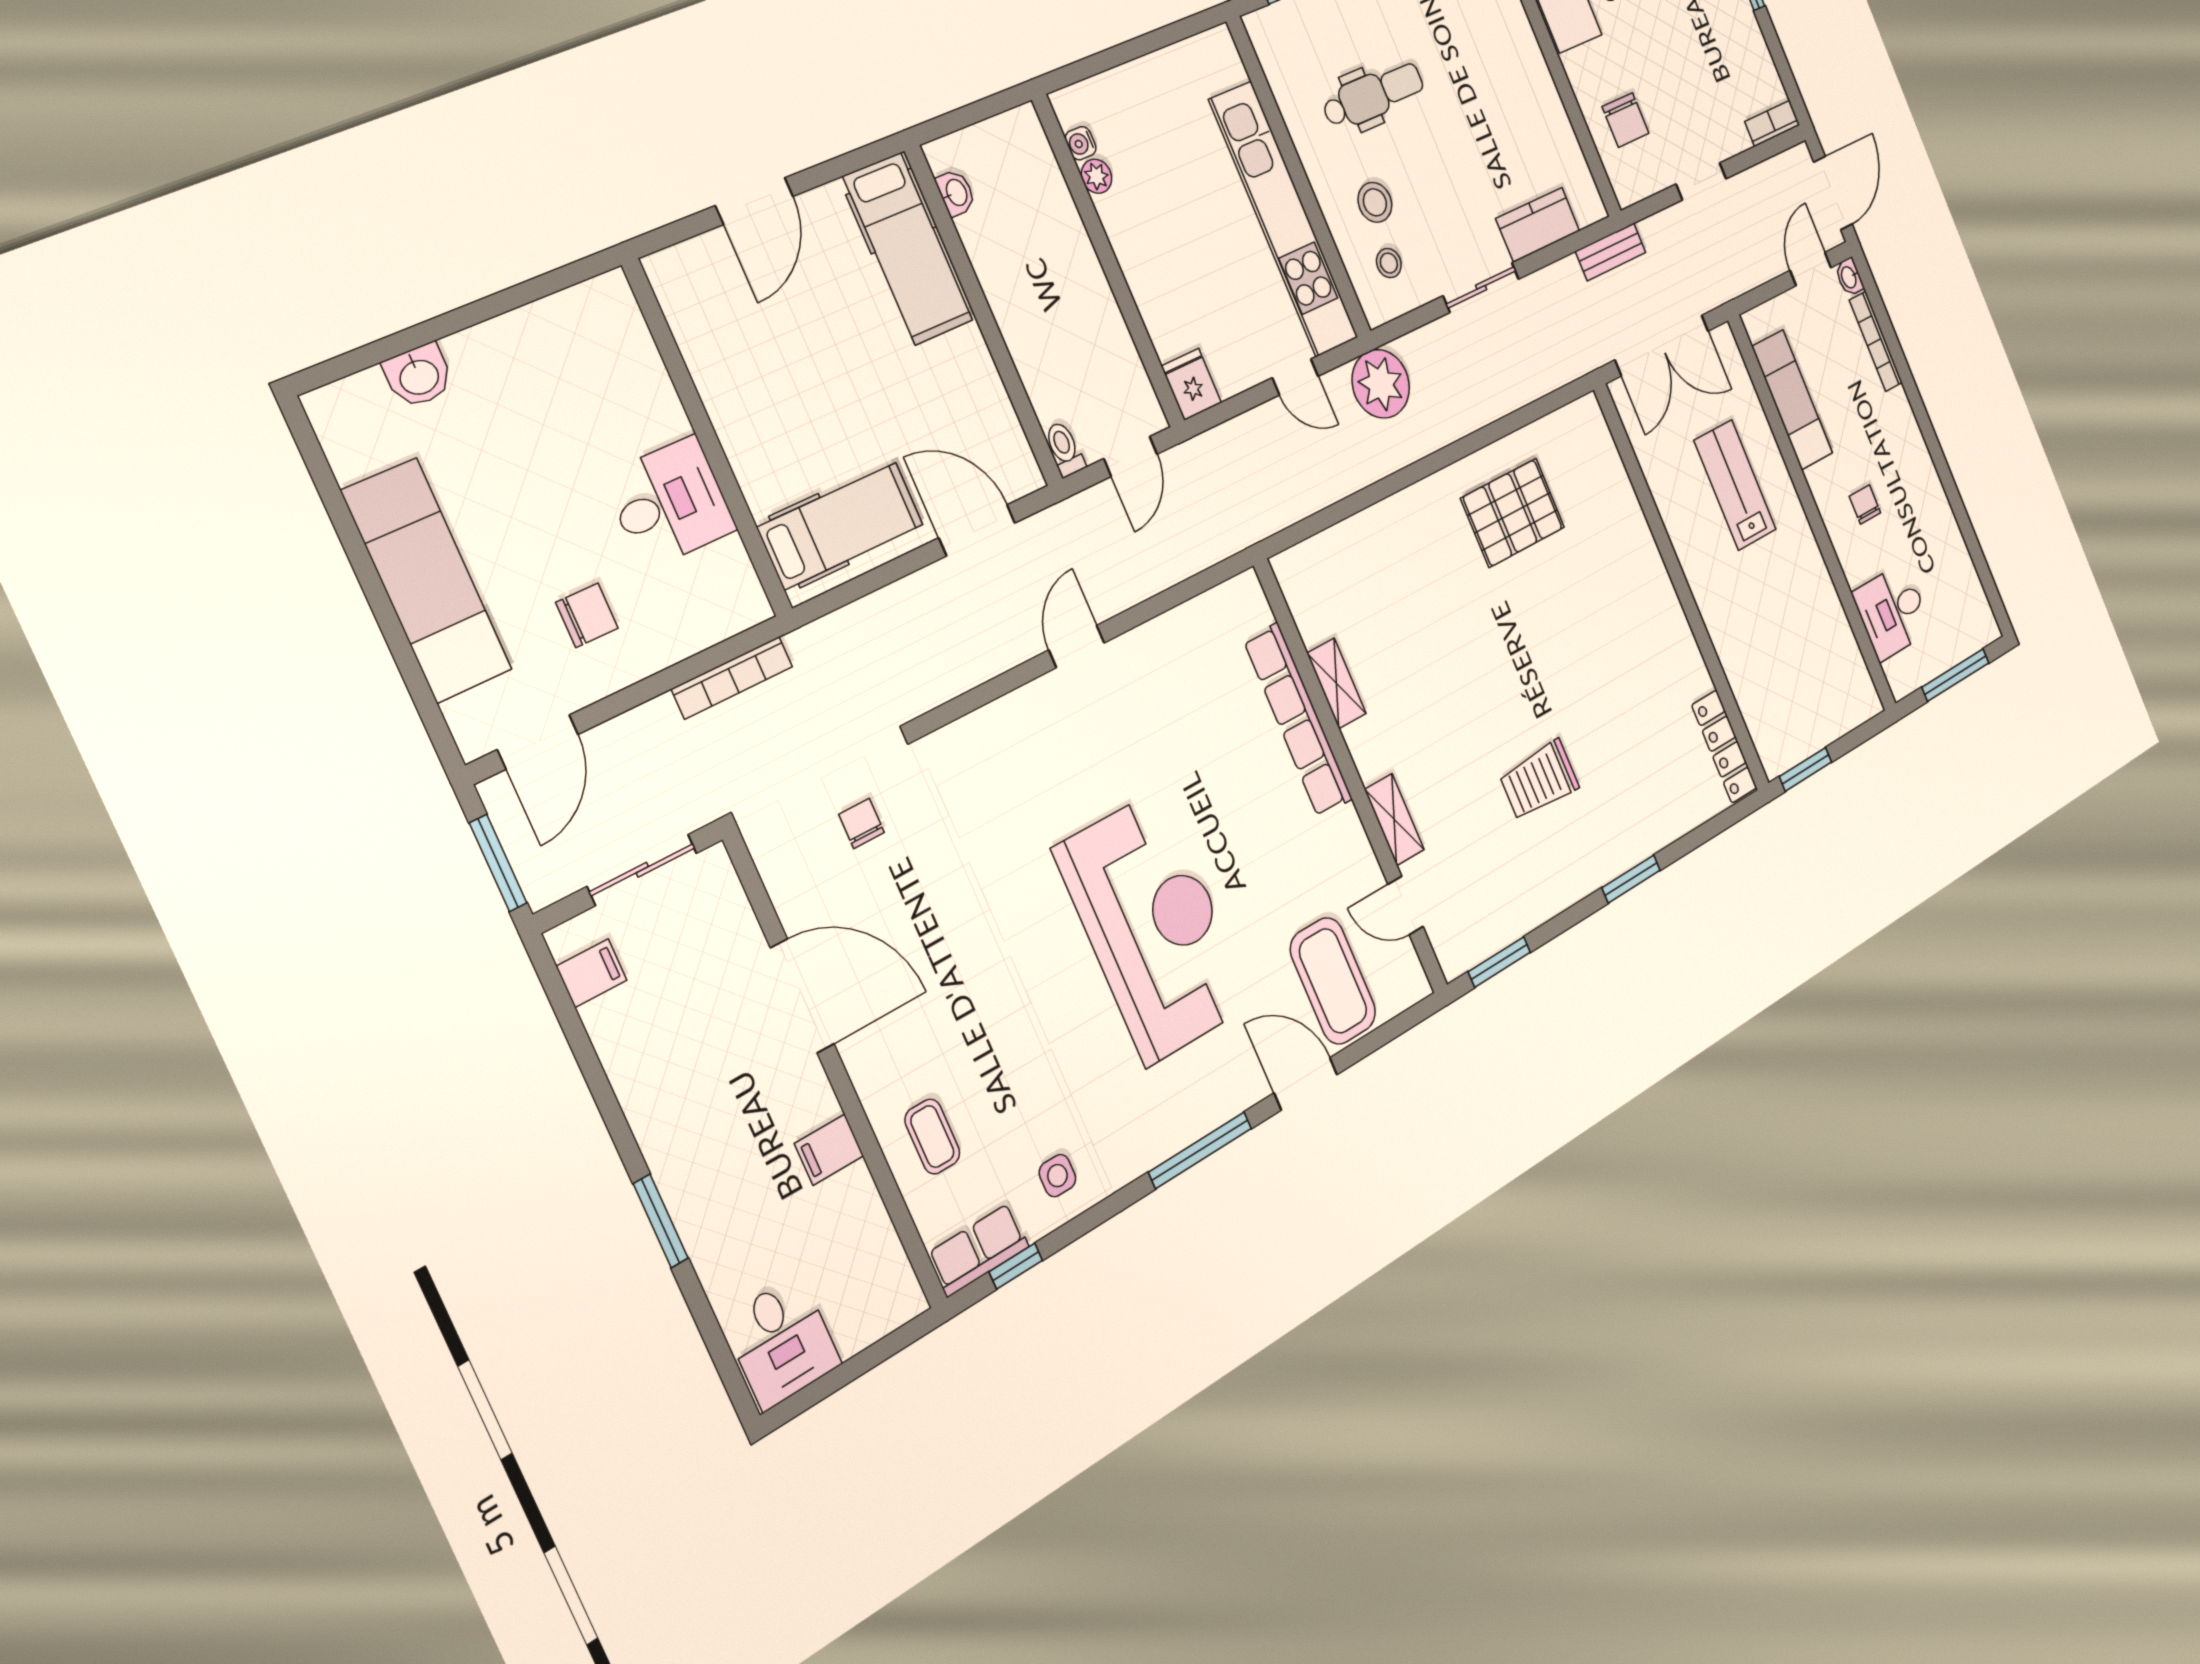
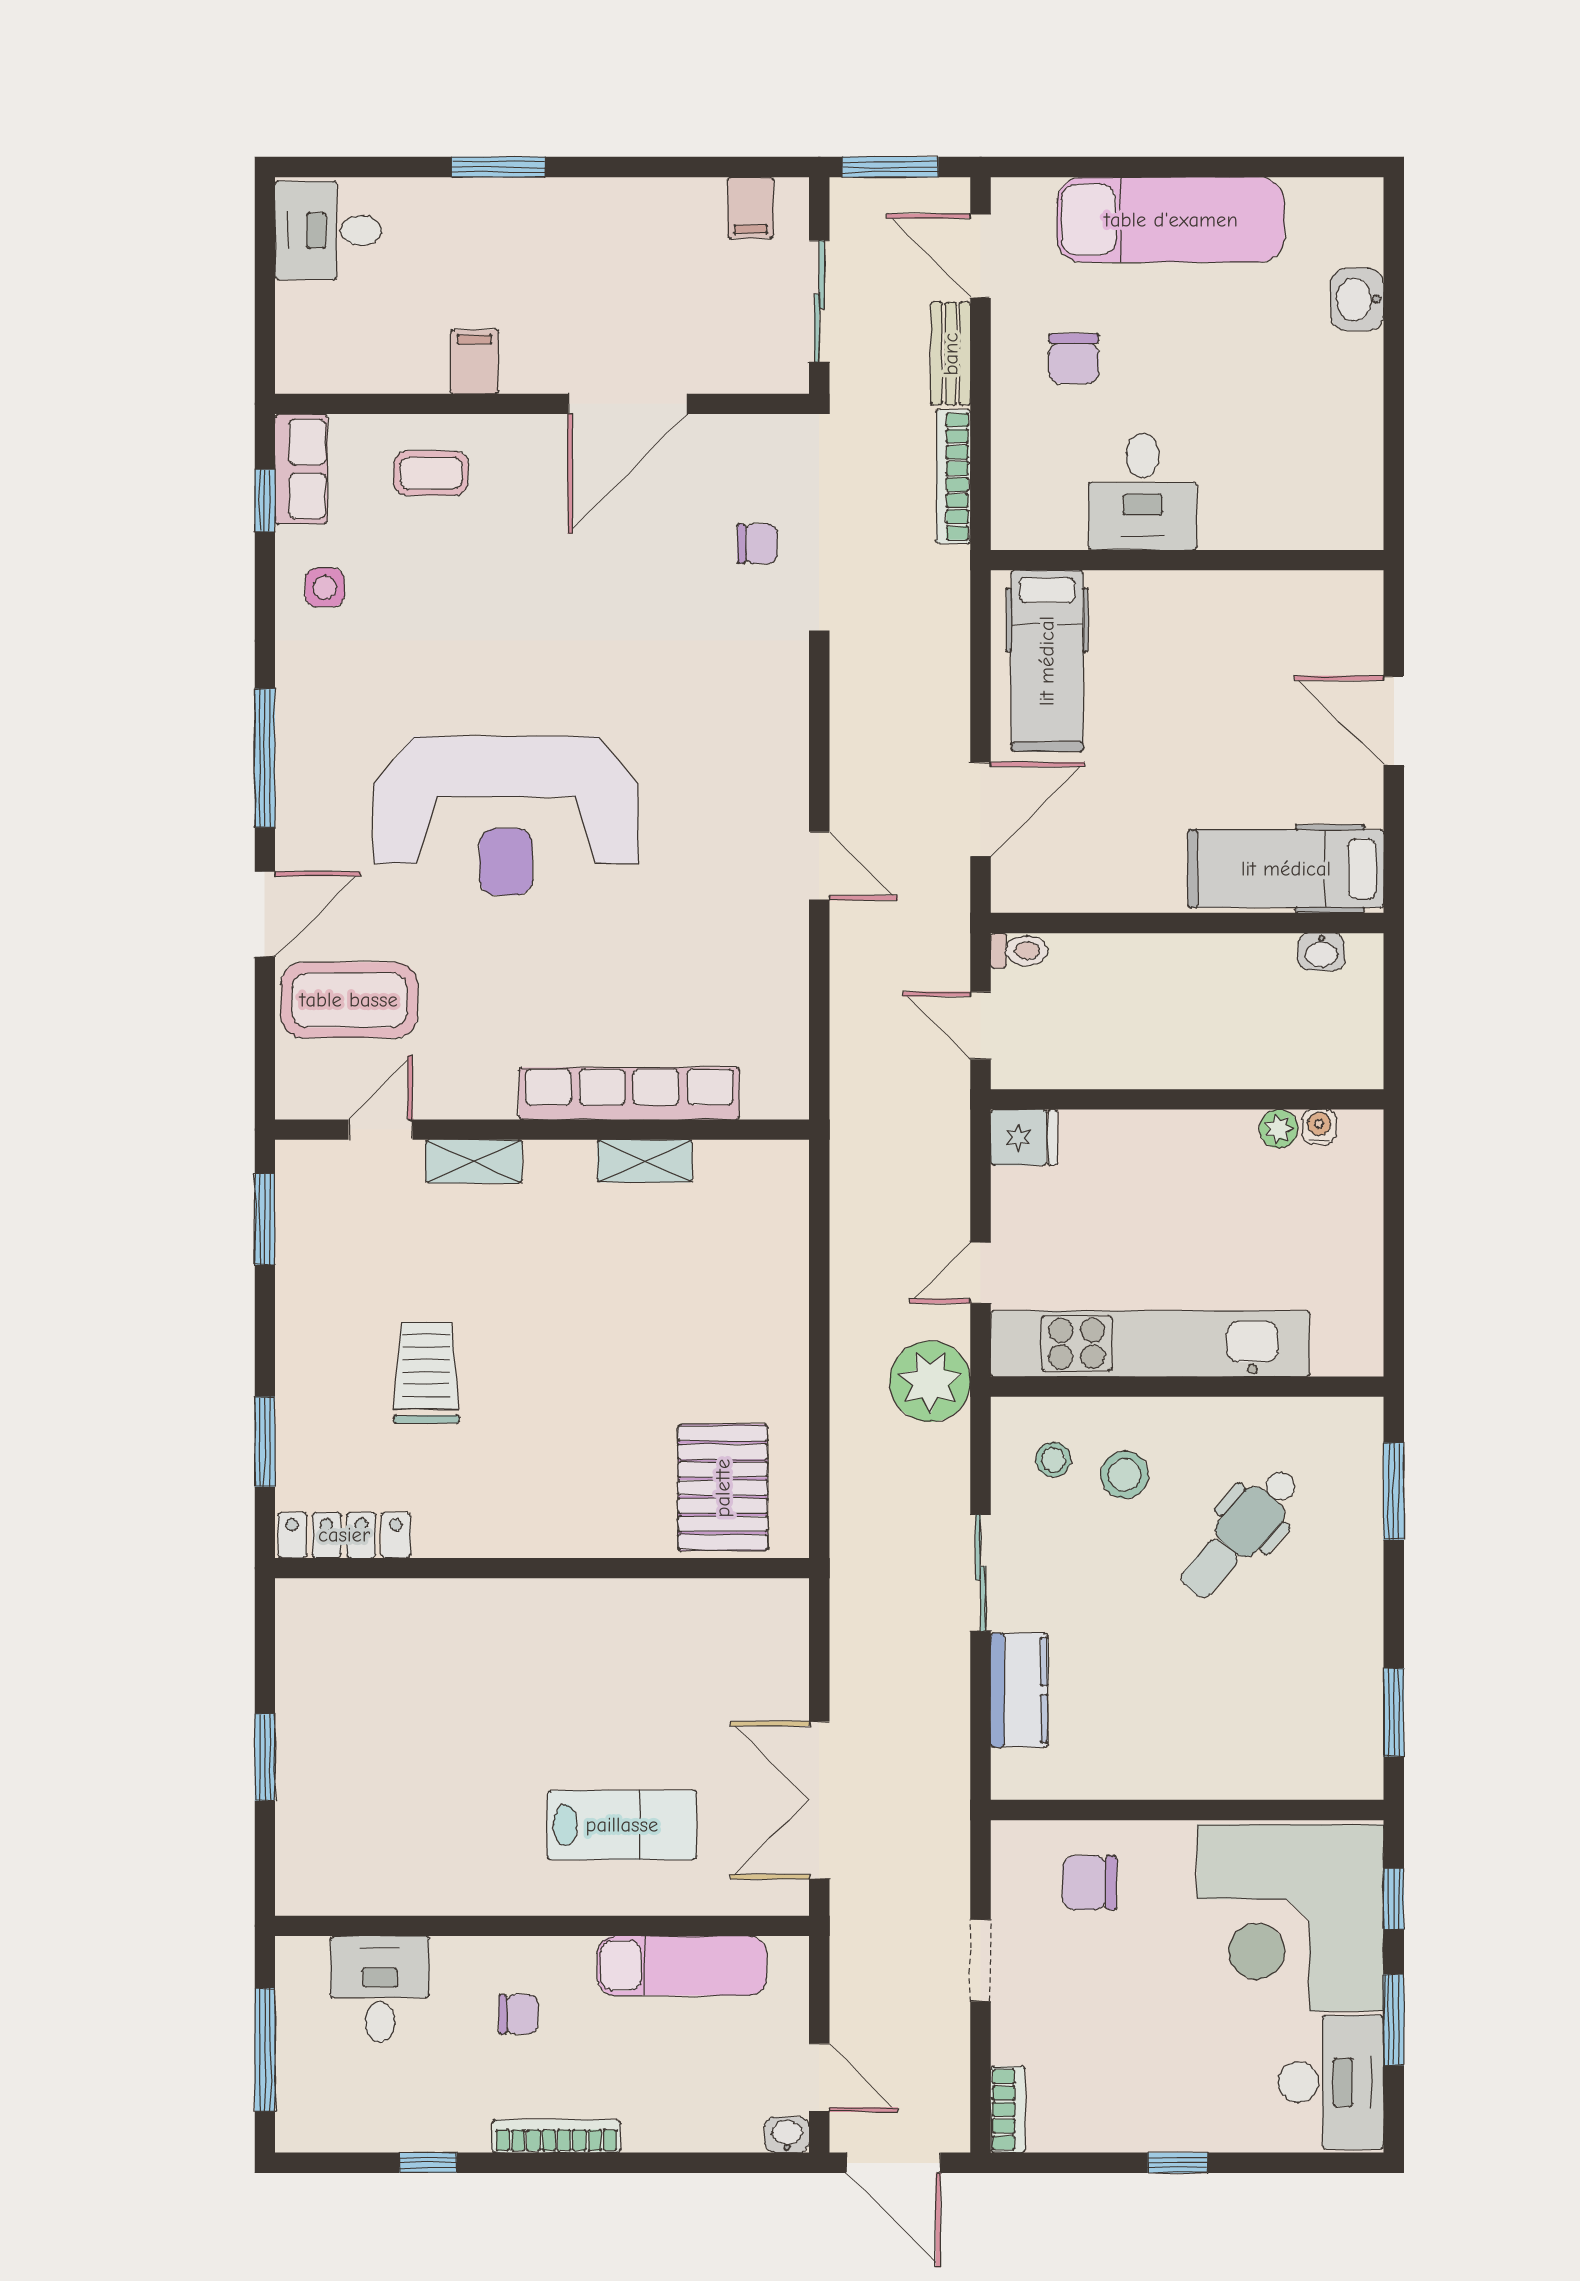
dental chair: (1373, 95) -> (1240, 1533), turned 41
bench: (1611, 252) -> (951, 354), moved
bookcase: (1876, 341) -> (556, 2136), moved
window: (1965, 525) -> (428, 2163), added
wall: (1682, 588) -> (542, 1568), moved
locker: (1724, 747) -> (344, 1535), moved

